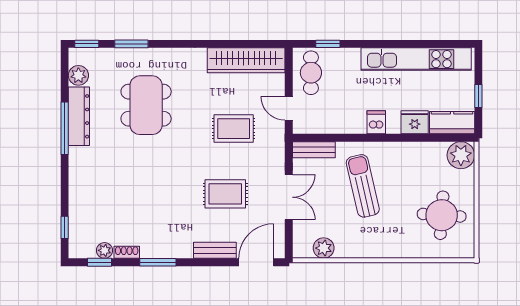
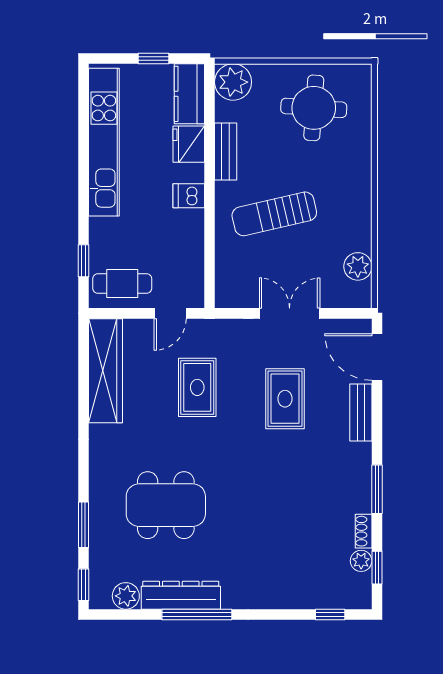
bench: (314, 150) -> (226, 151), moved

